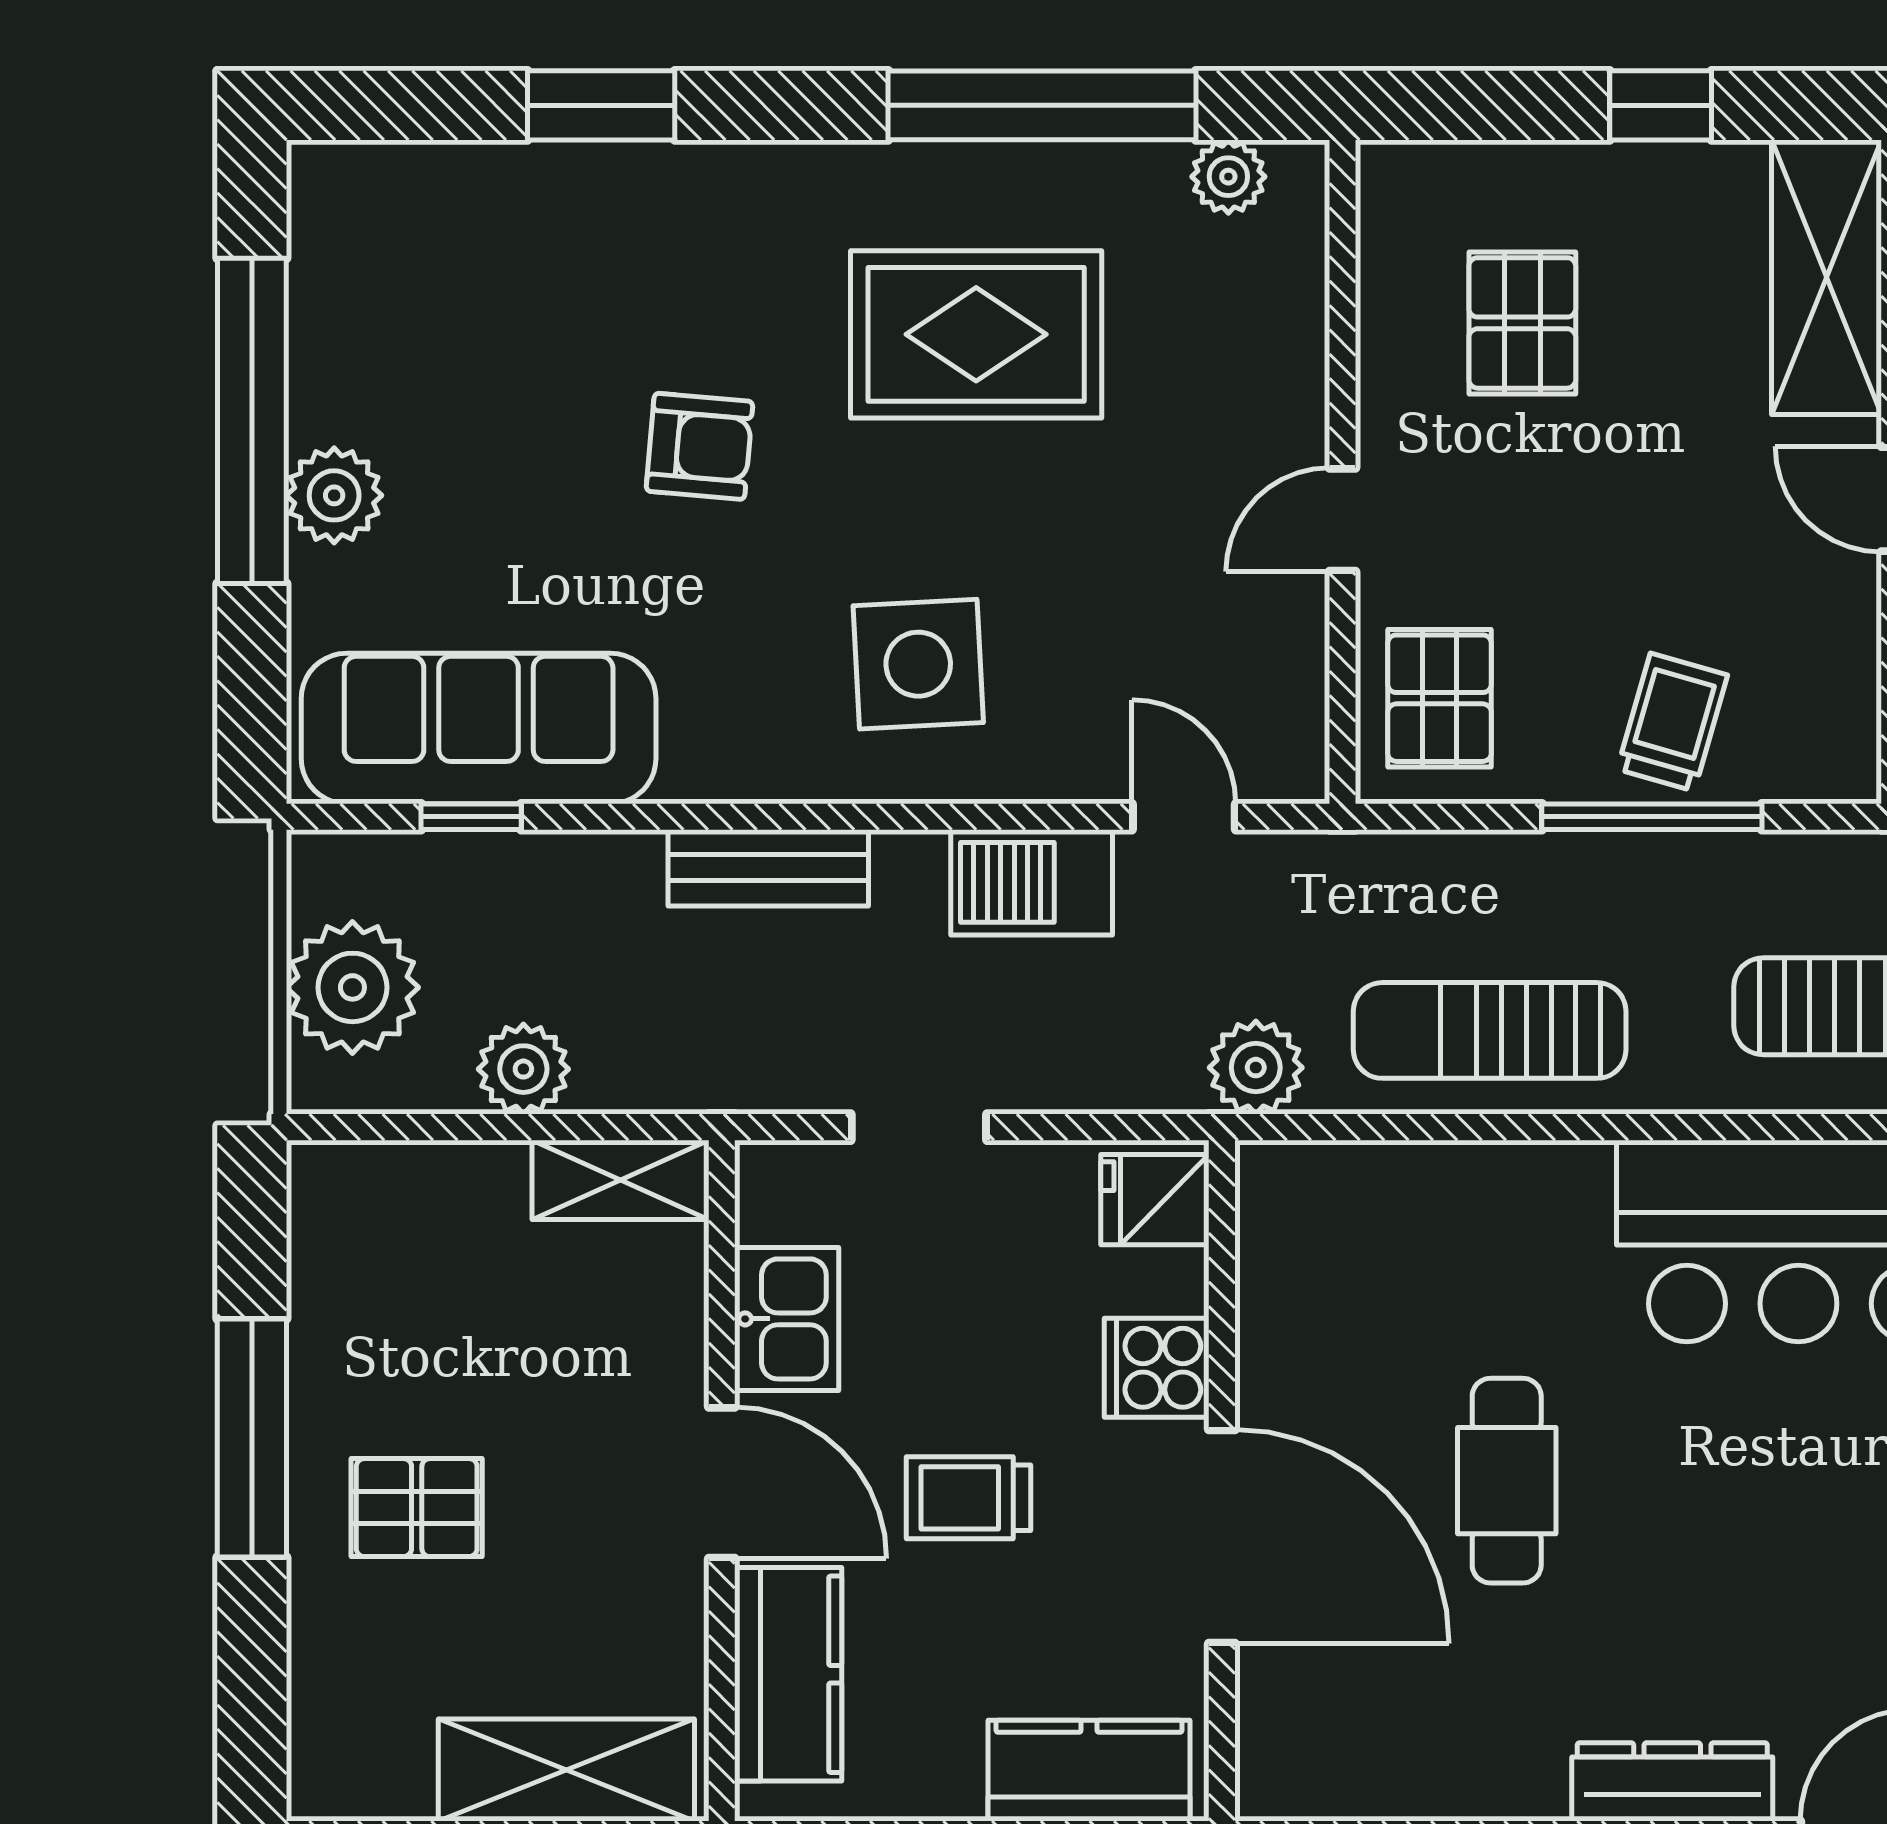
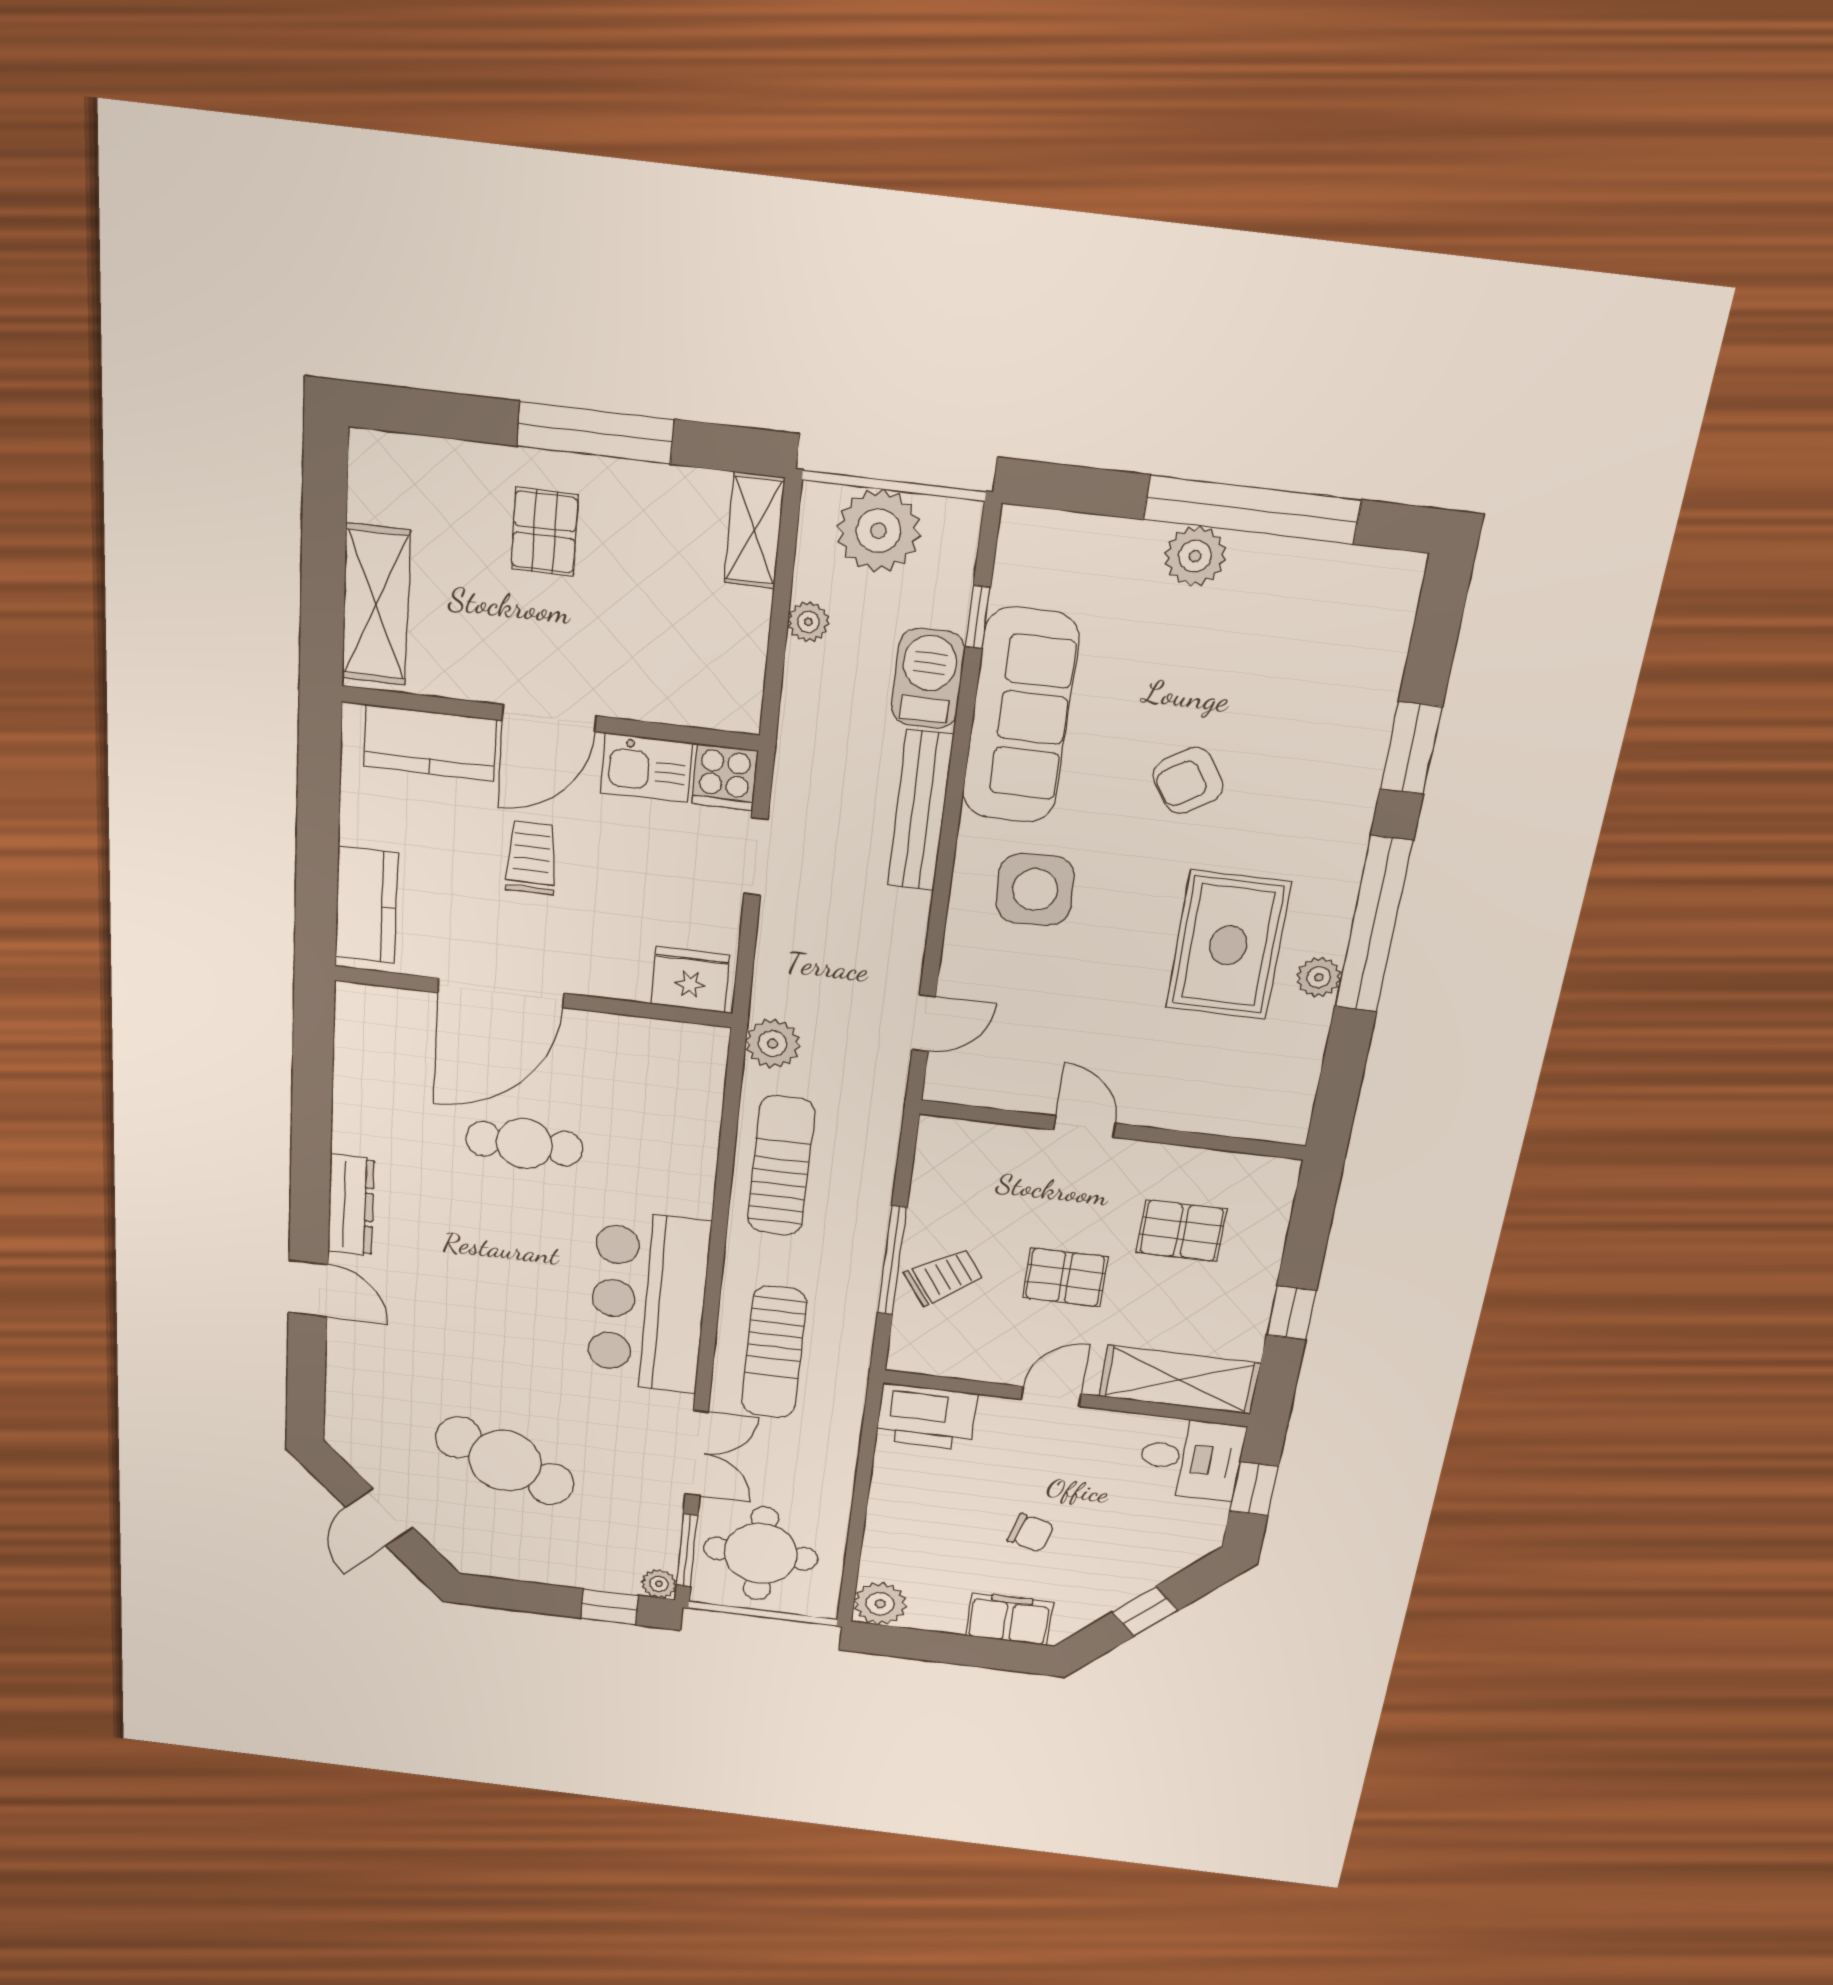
window: (1042, 105) -> (1374, 925), moved
plant: (1228, 177) -> (1319, 977), moved
armchair: (699, 446) -> (1188, 781), turned 52
pallet: (1440, 698) -> (1065, 1277), moved
trolley: (1672, 722) -> (944, 1277), turned -50
sofa: (479, 728) -> (1020, 716), moved
bench: (768, 868) -> (920, 811), width x1.36
barbecue: (1032, 882) -> (928, 678), moved
plant: (523, 1069) -> (808, 622), width x0.73, depth x0.73
shelving: (620, 1180) -> (754, 530), moved
fridge: (1155, 1200) -> (690, 980), width x1.38
cooker: (1157, 1368) -> (725, 777), moved, turned 180

